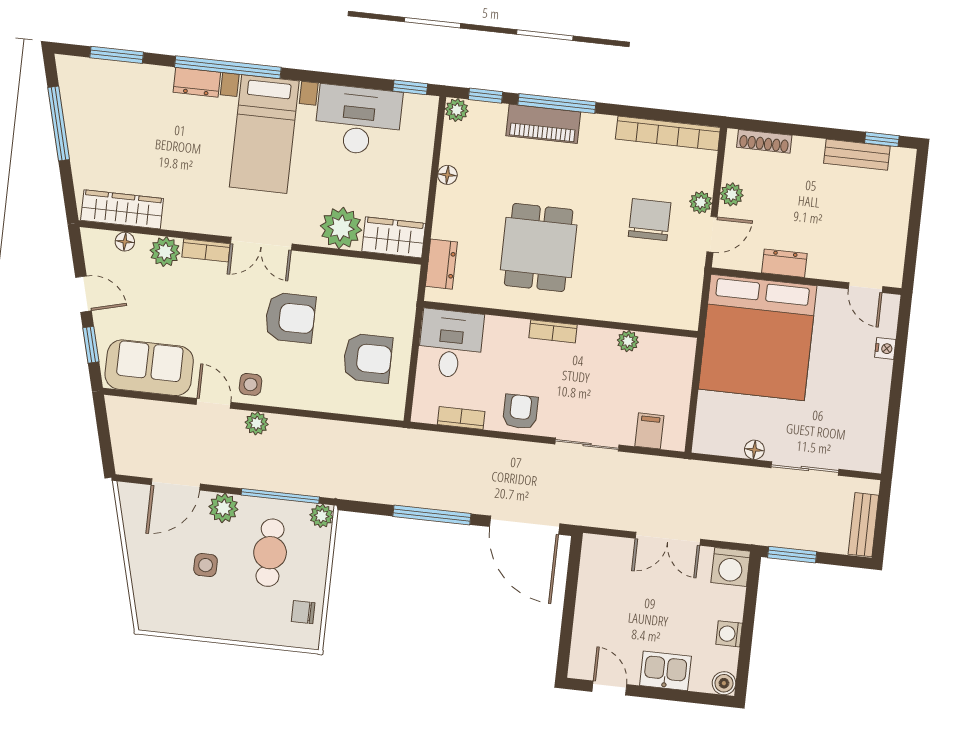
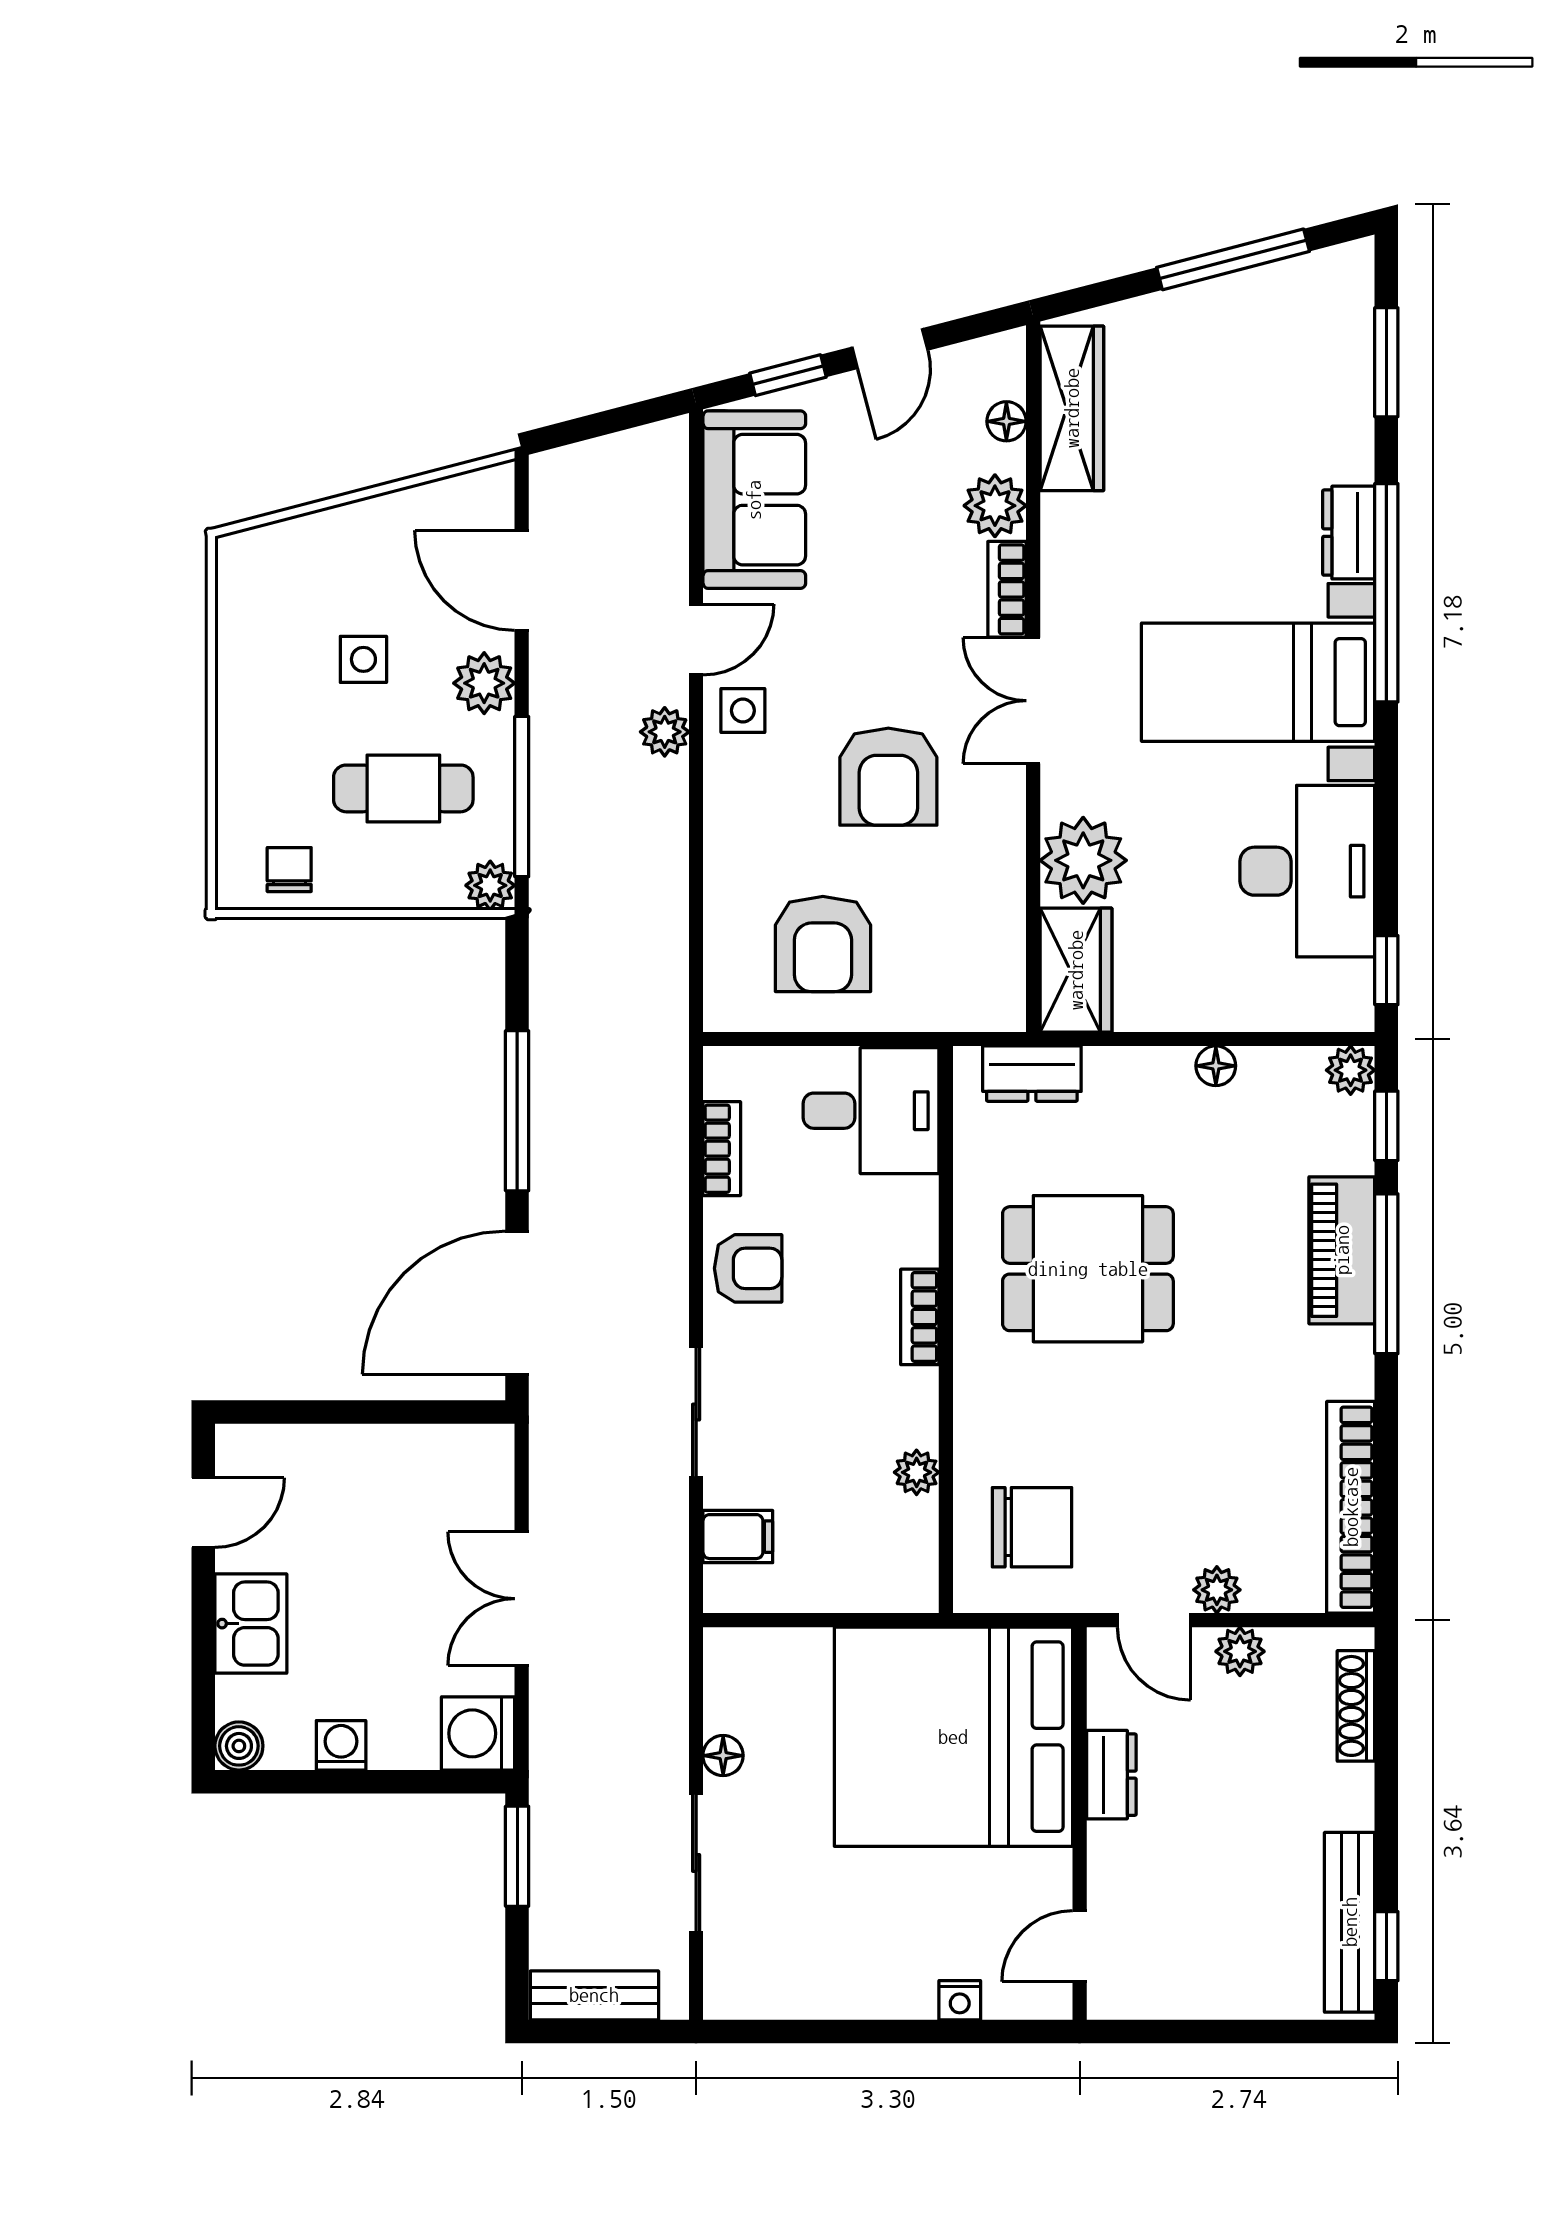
bench: (857, 155) -> (1350, 1922), width x1.36
chair: (650, 220) -> (1032, 1527), moved

